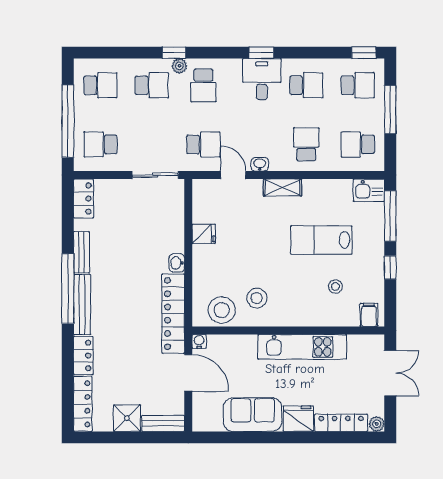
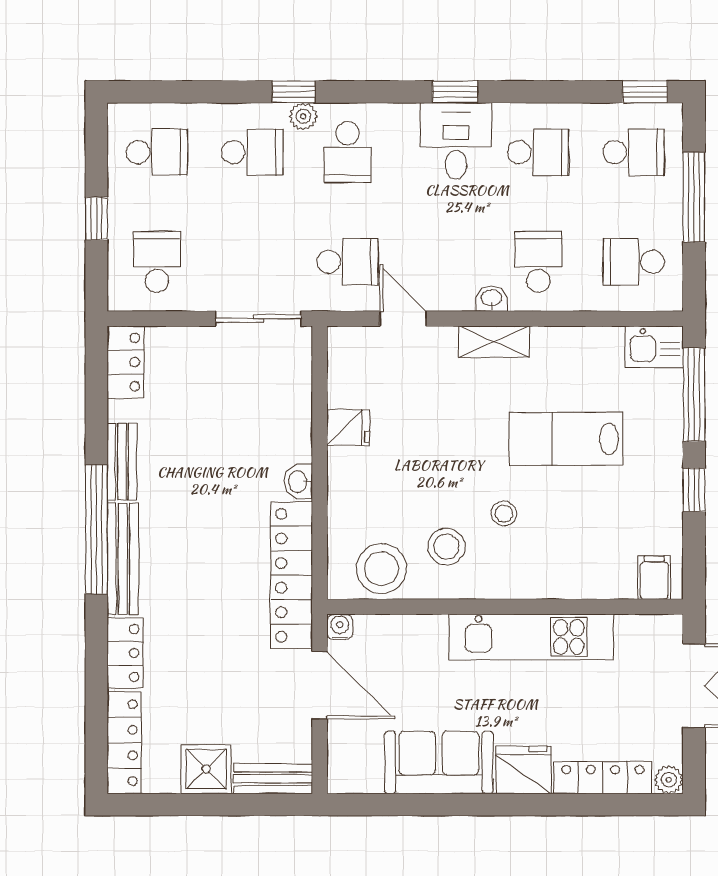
window: (68, 121) -> (96, 219), width x0.32
school desk: (100, 144) -> (157, 262), turned 90
washbasin: (260, 164) -> (492, 299), moved
stool: (335, 286) -> (504, 514), moved

